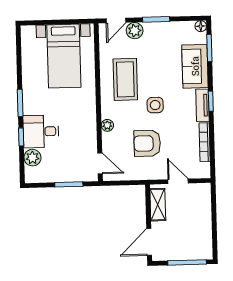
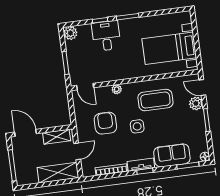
plant: (32, 158) -> (70, 33), moved
door: (100, 163) -> (85, 87), hinge flipped
shelving: (202, 208) -> (58, 173), added

